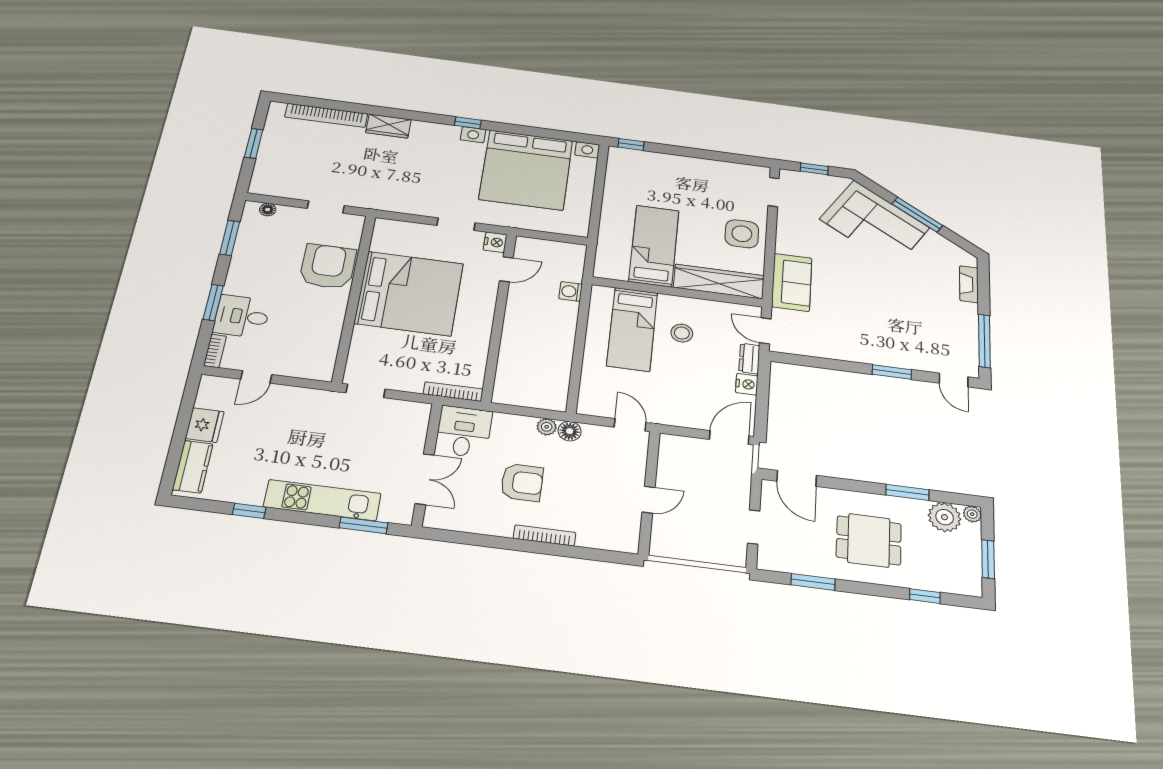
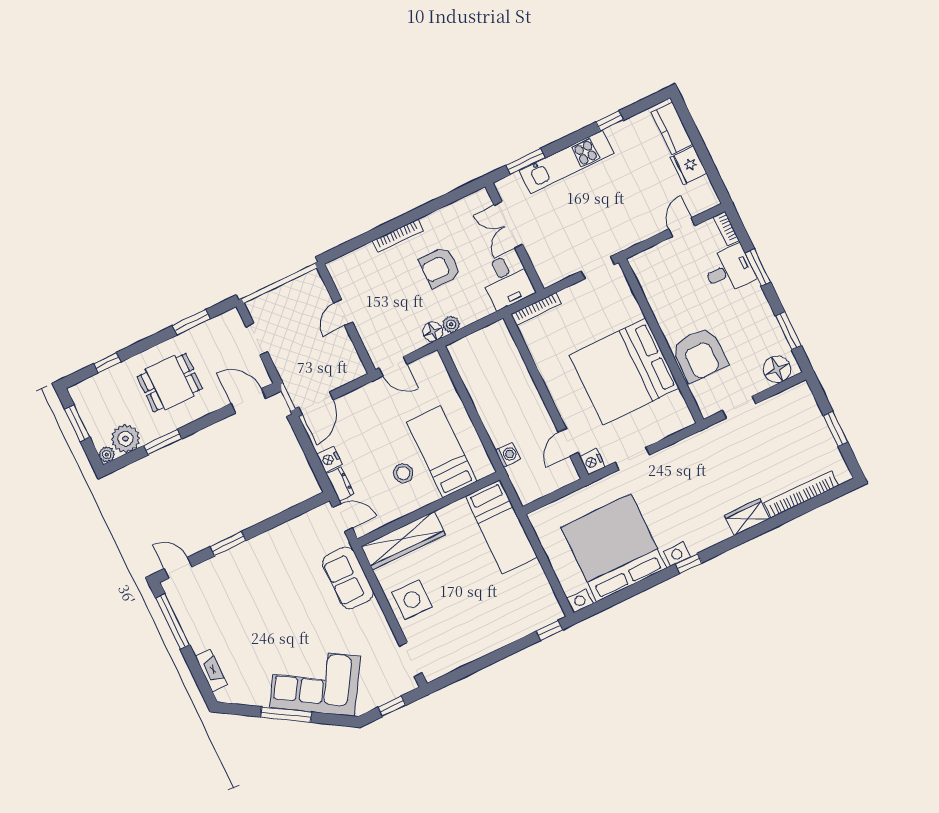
floor lamp: (268, 210) -> (777, 369), width x1.89, depth x1.89
bed: (654, 246) -> (501, 527), moved

